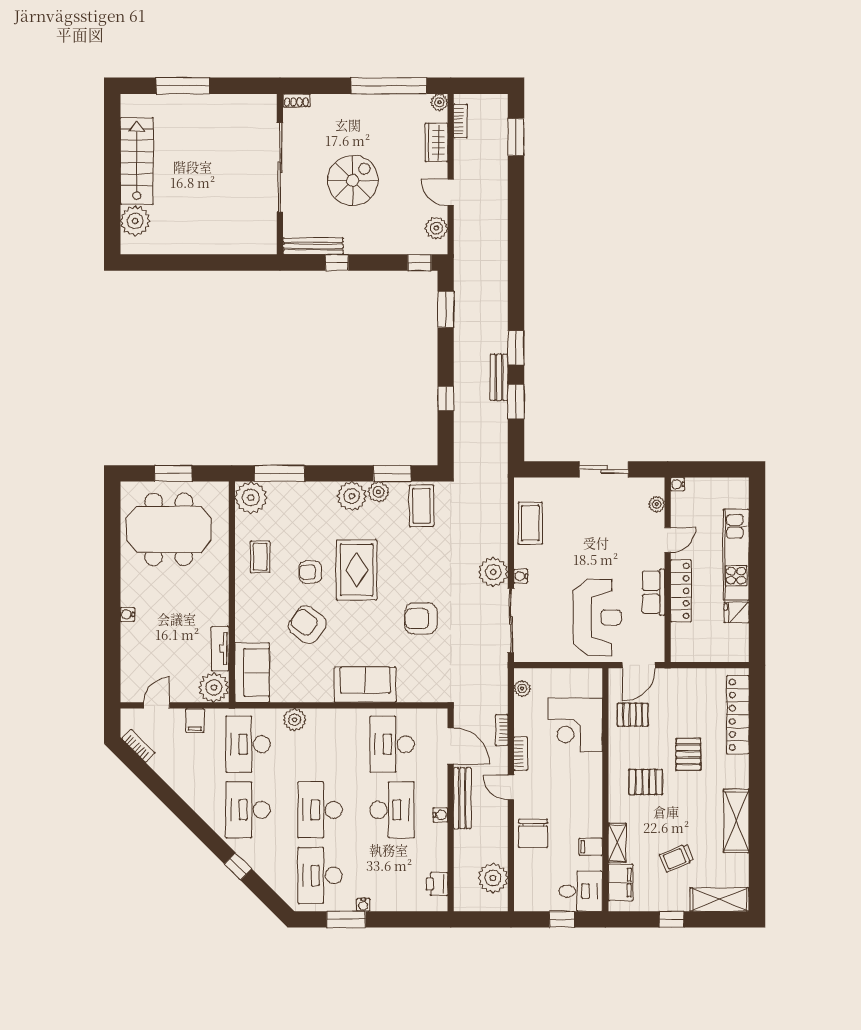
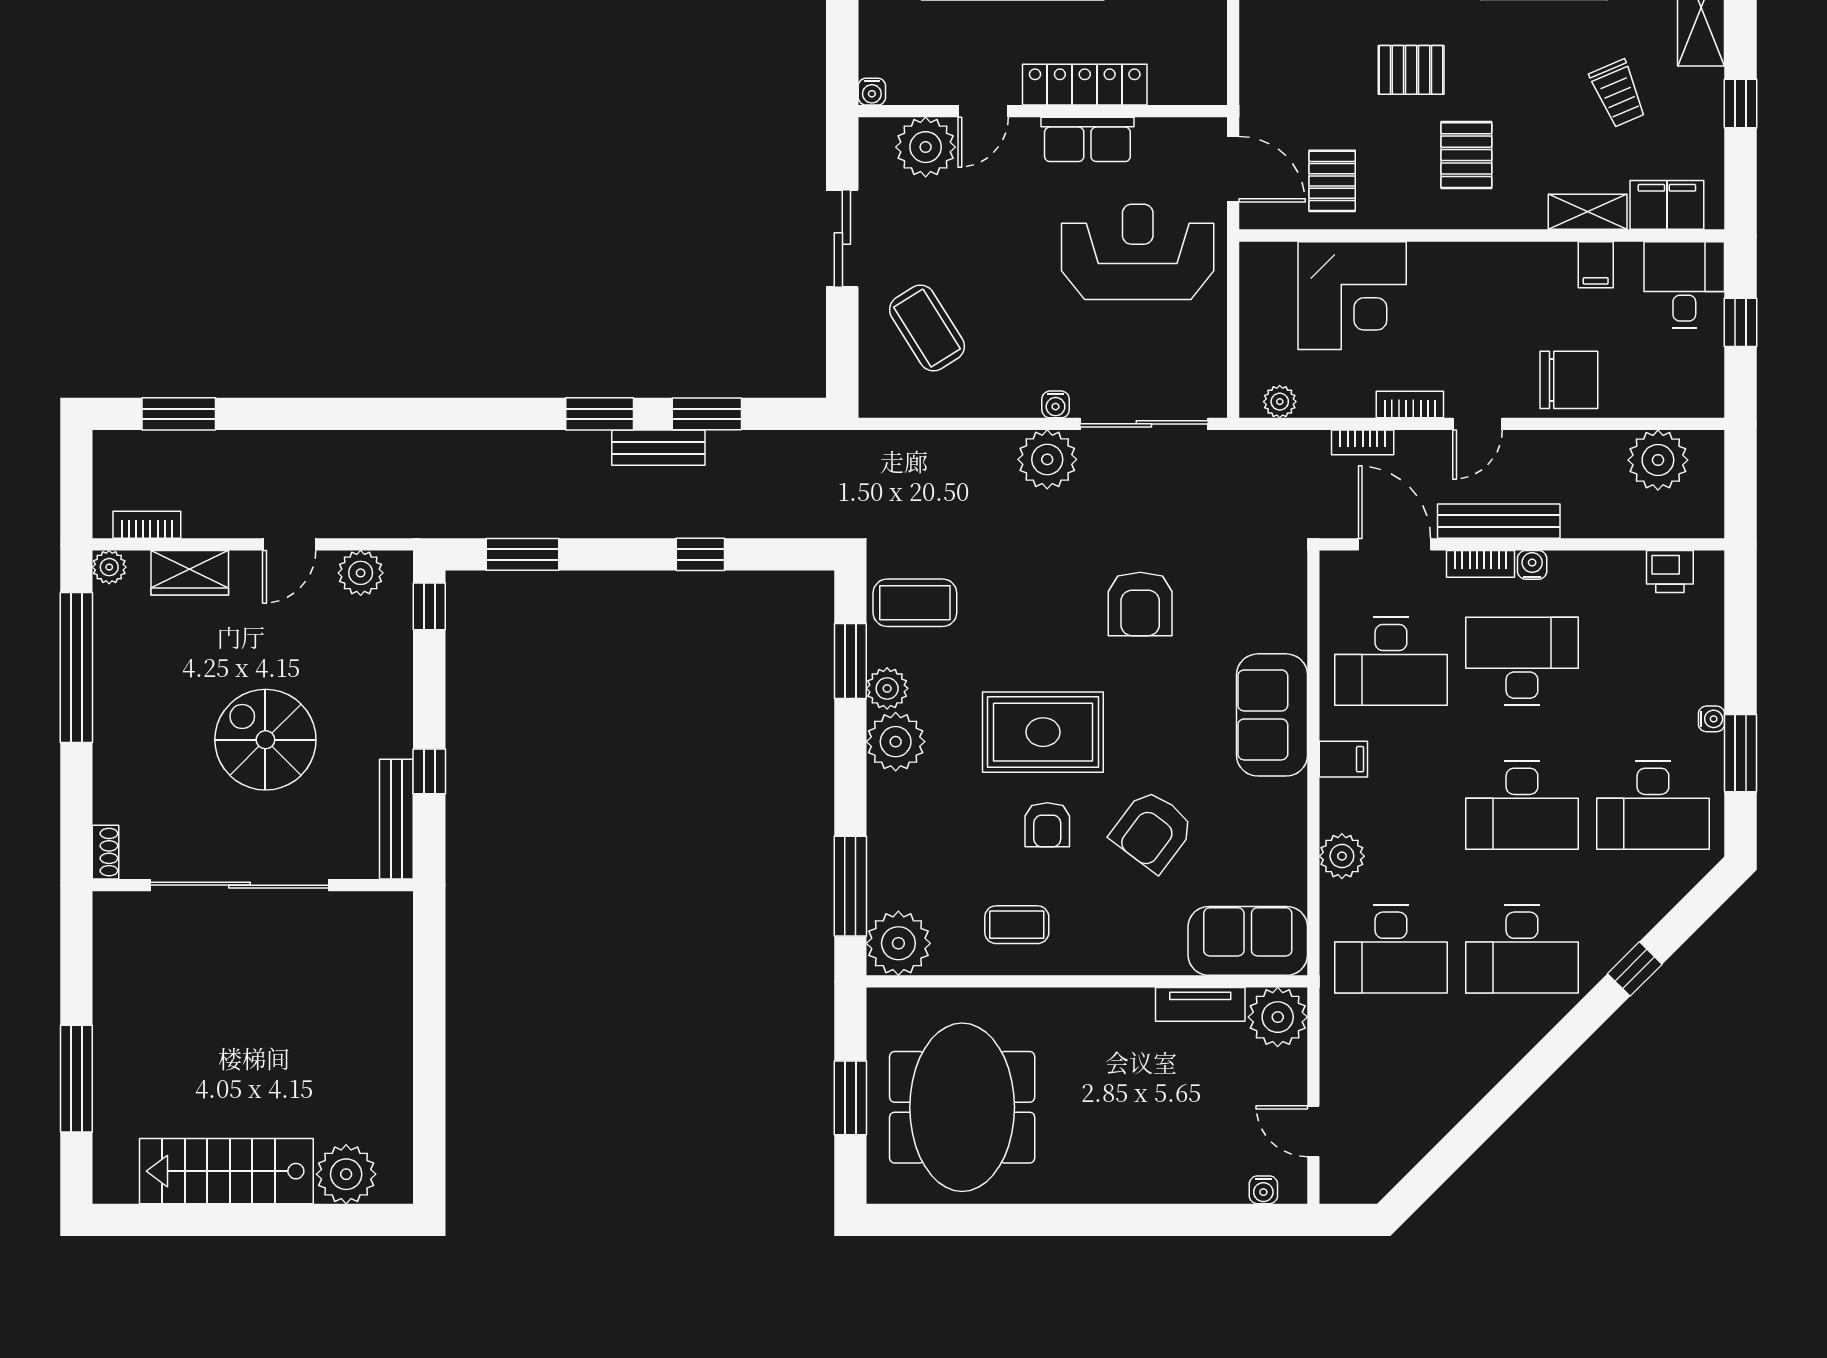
plant: (657, 504) -> (926, 147), width x1.88, depth x1.88
coffee table: (530, 523) -> (927, 328), moved, turned 58
door: (668, 540) -> (983, 111), swing flipped
water cooler: (127, 614) -> (1263, 1190), moved
filing cabinet: (195, 720) -> (1343, 759), moved
bookcase: (138, 746) -> (1481, 564), moved, turned -135
door: (451, 746) -> (1395, 544), hinge flipped

